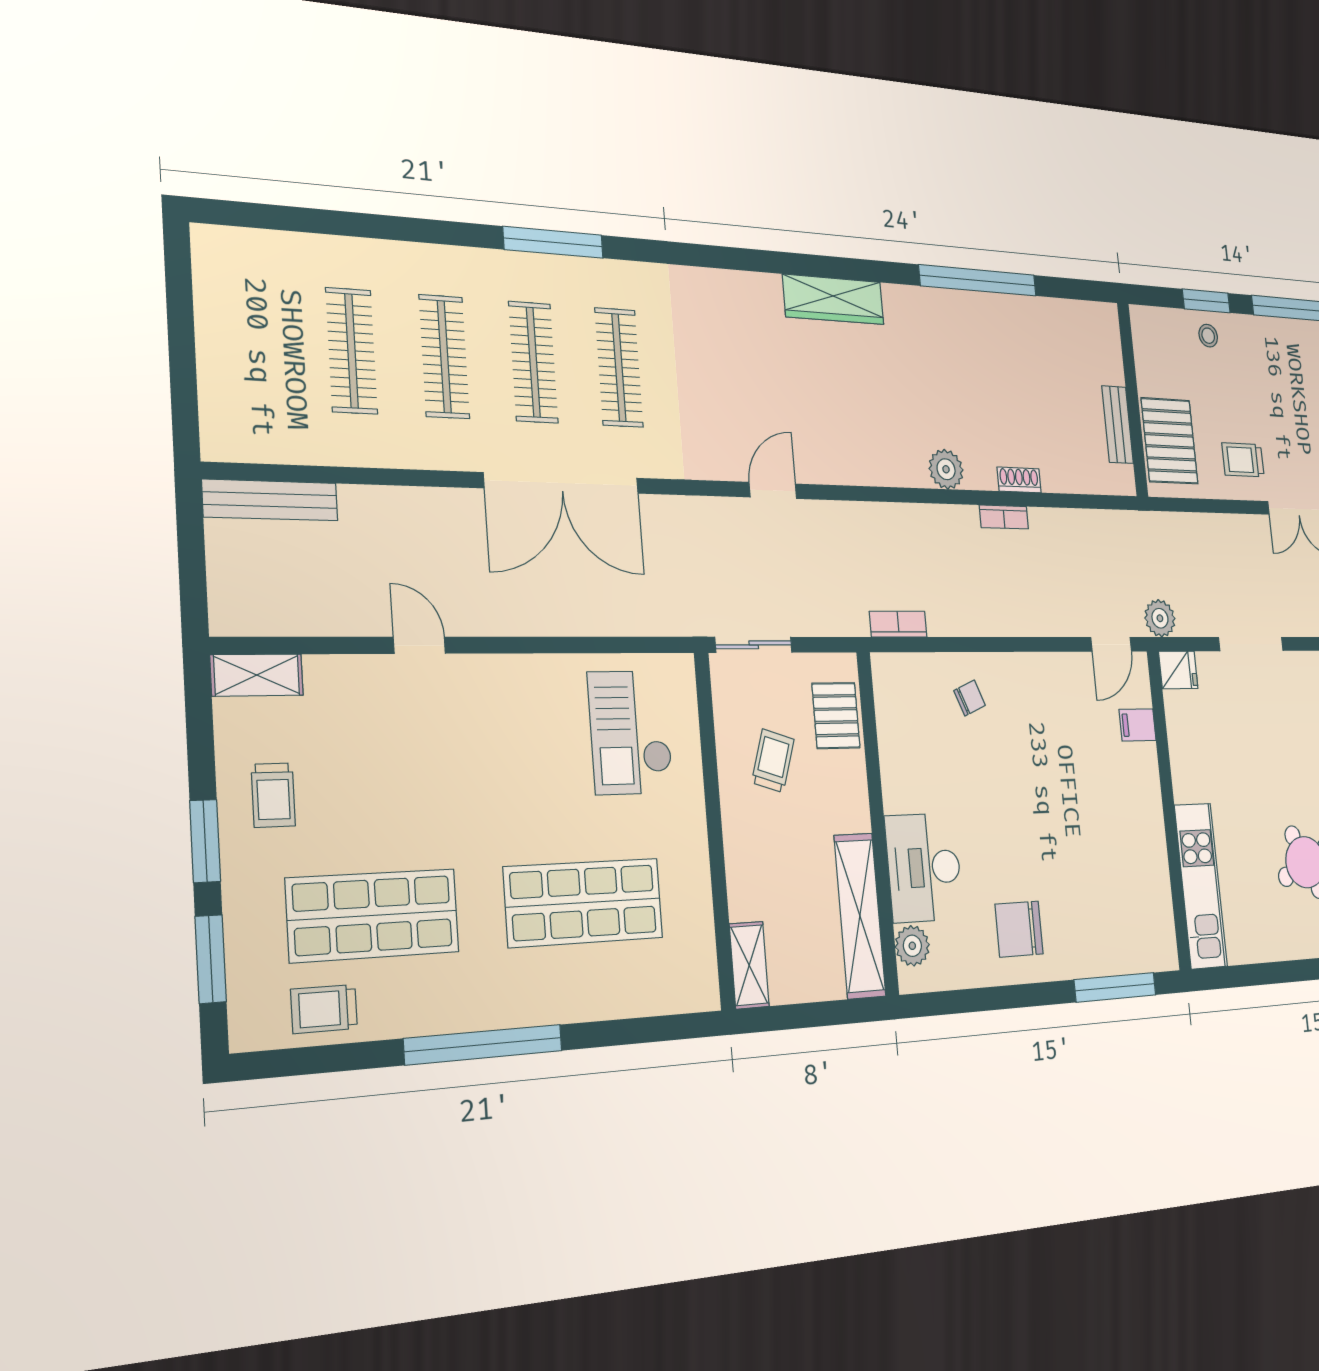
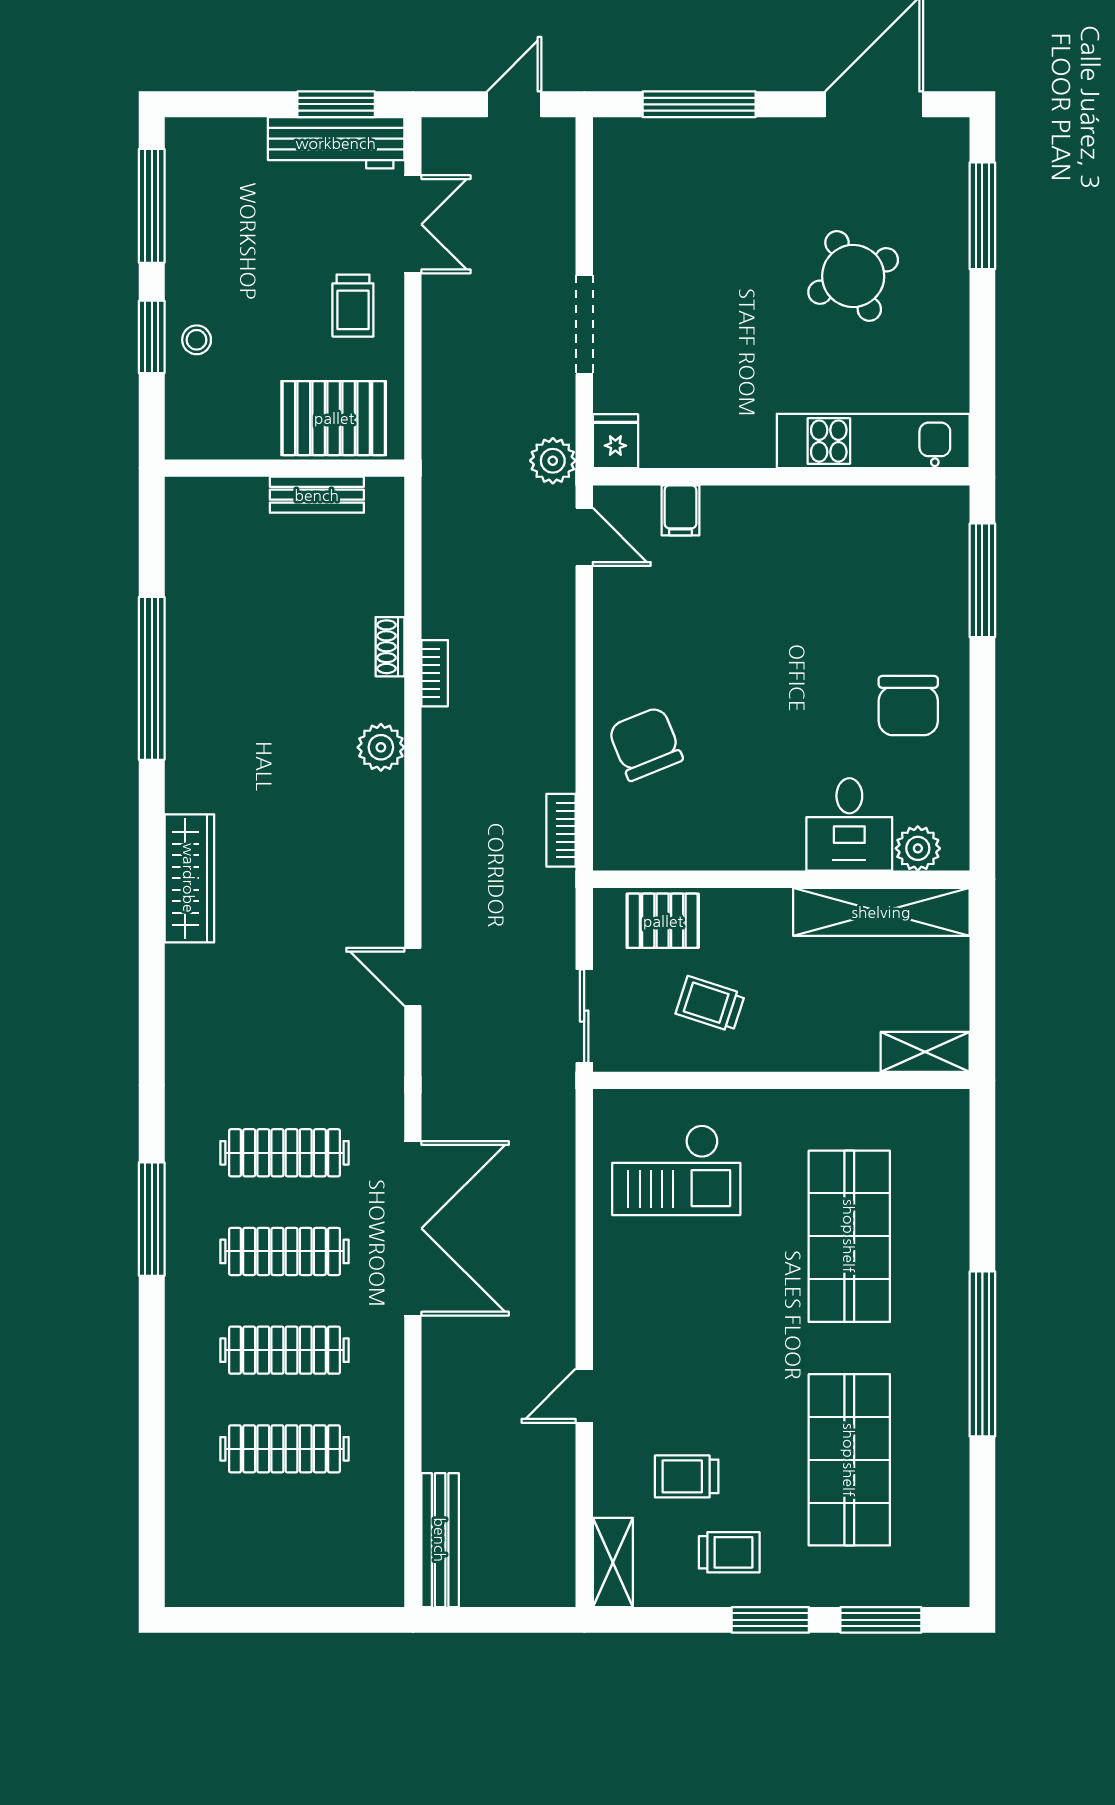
chair: (970, 698) -> (645, 744), width x1.87, depth x1.87
desk: (924, 867) -> (849, 824), width x0.73
trolley: (324, 1009) -> (687, 1476), moved, turned 90

